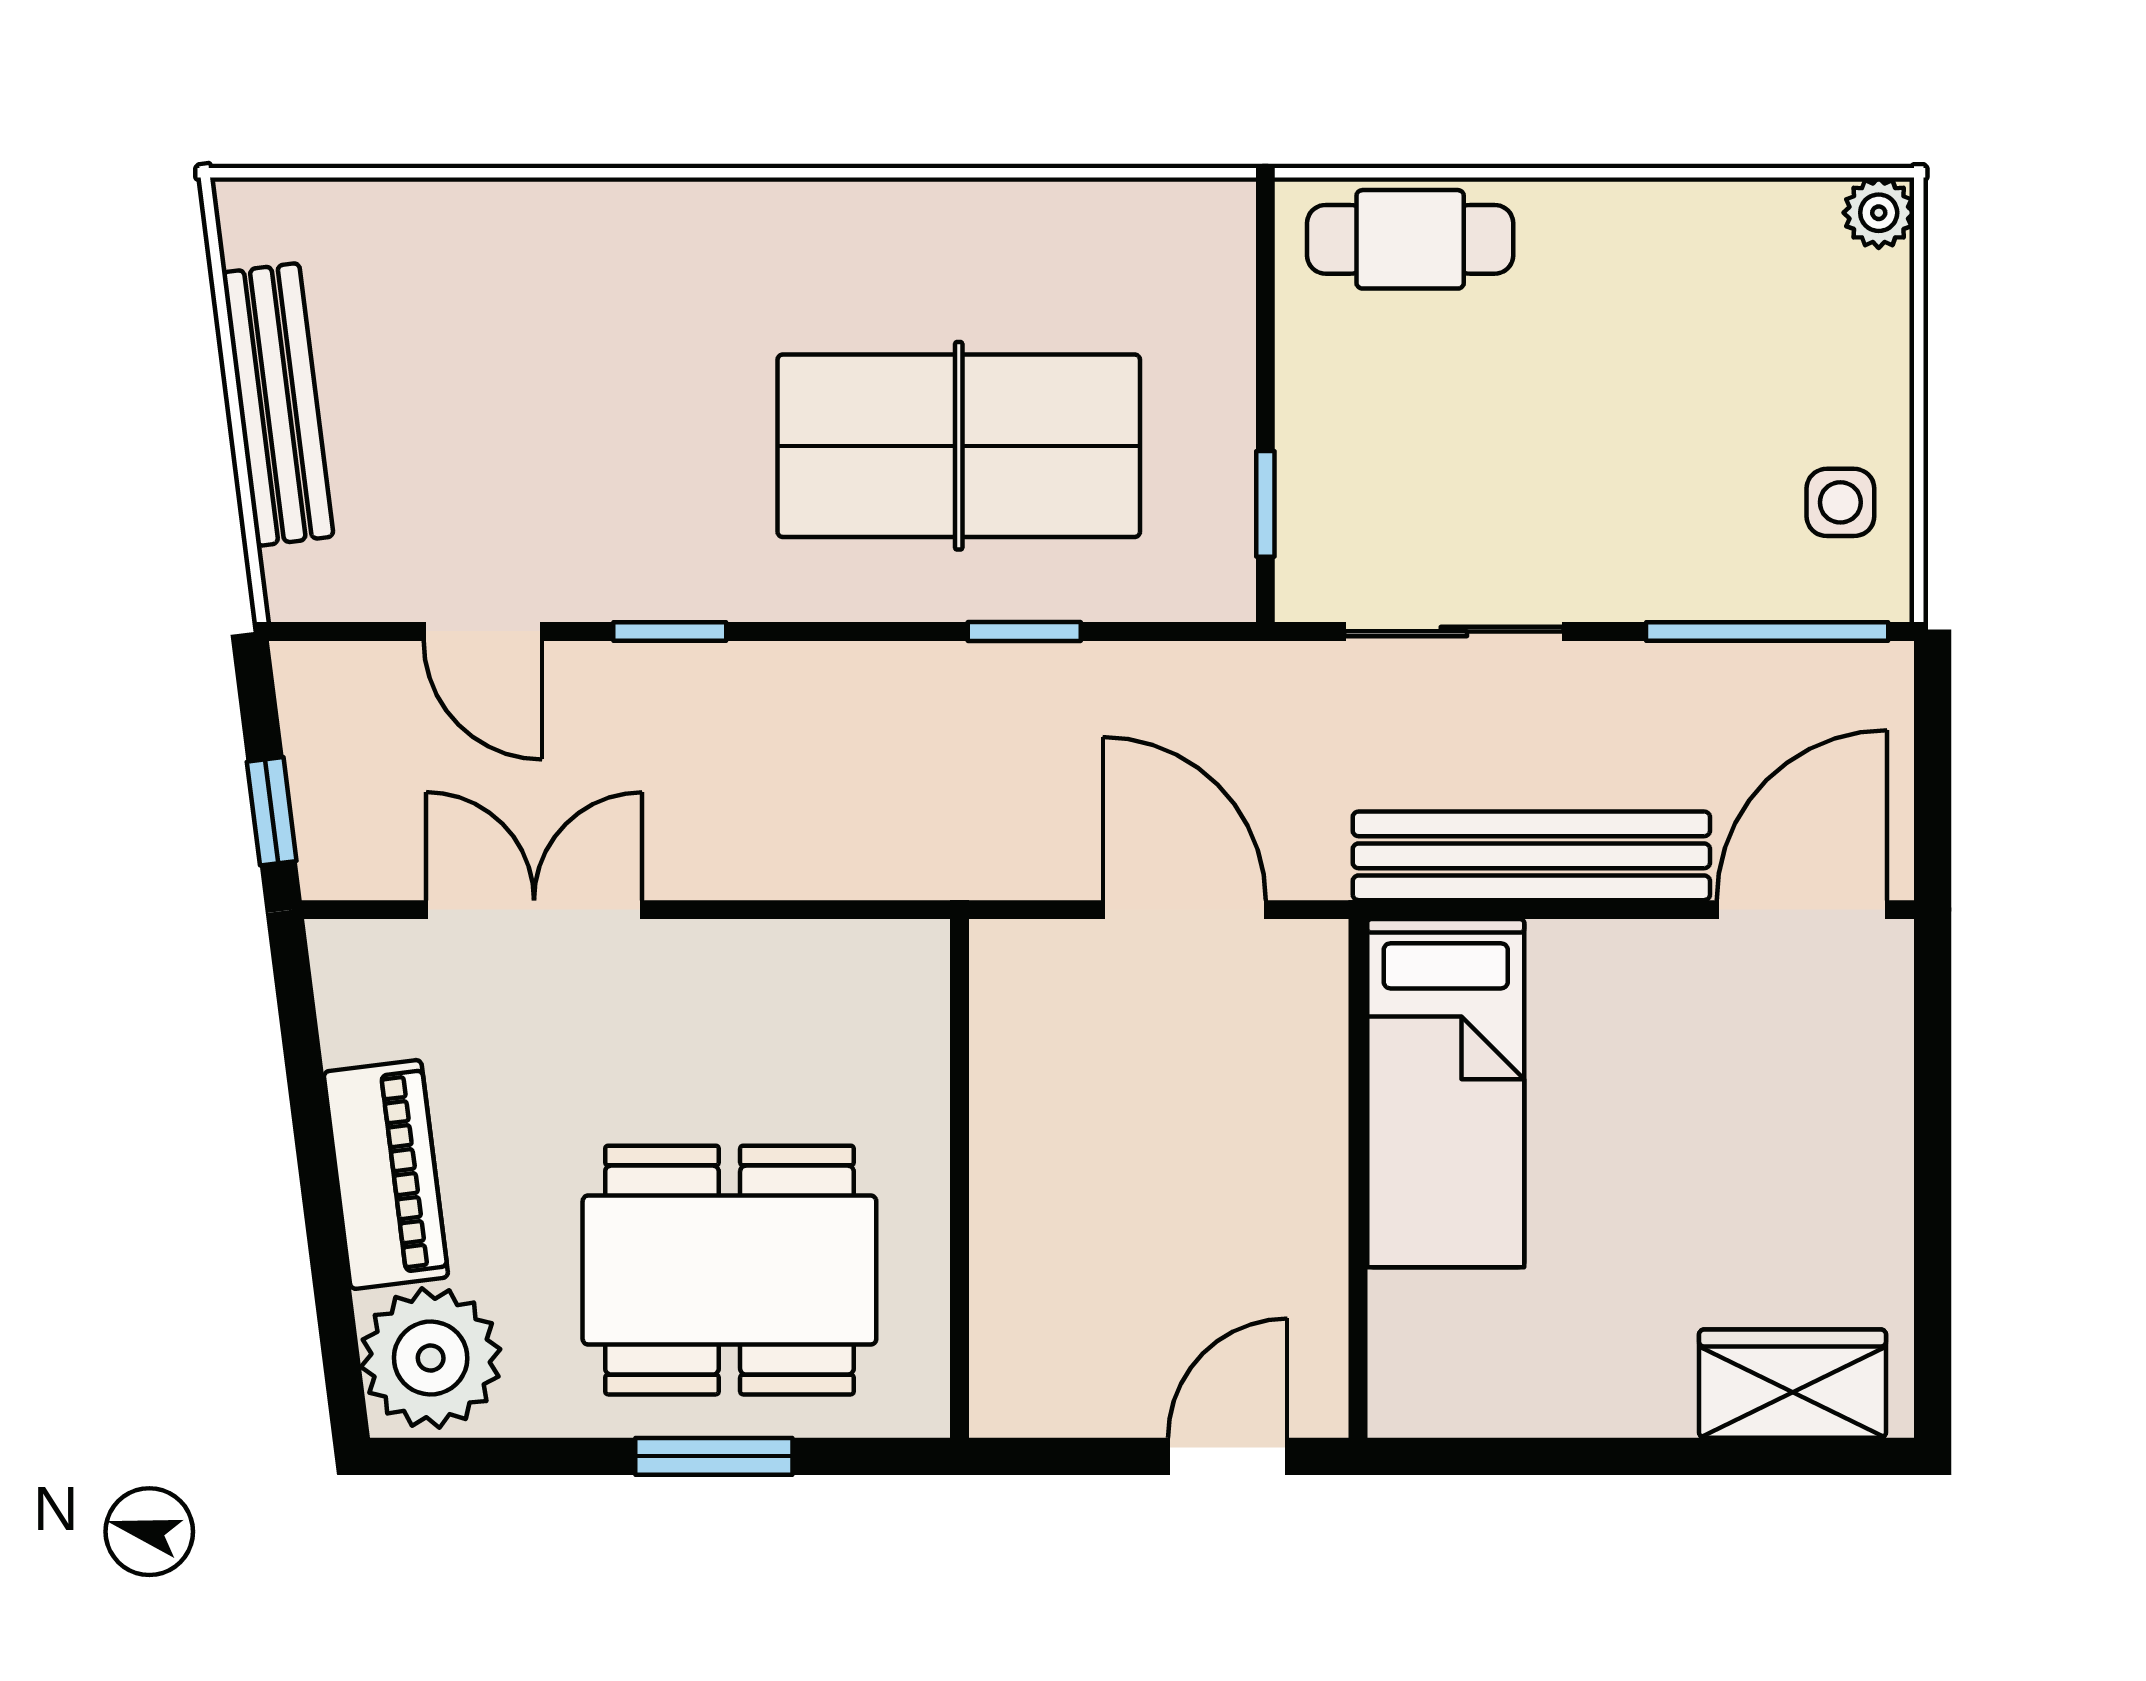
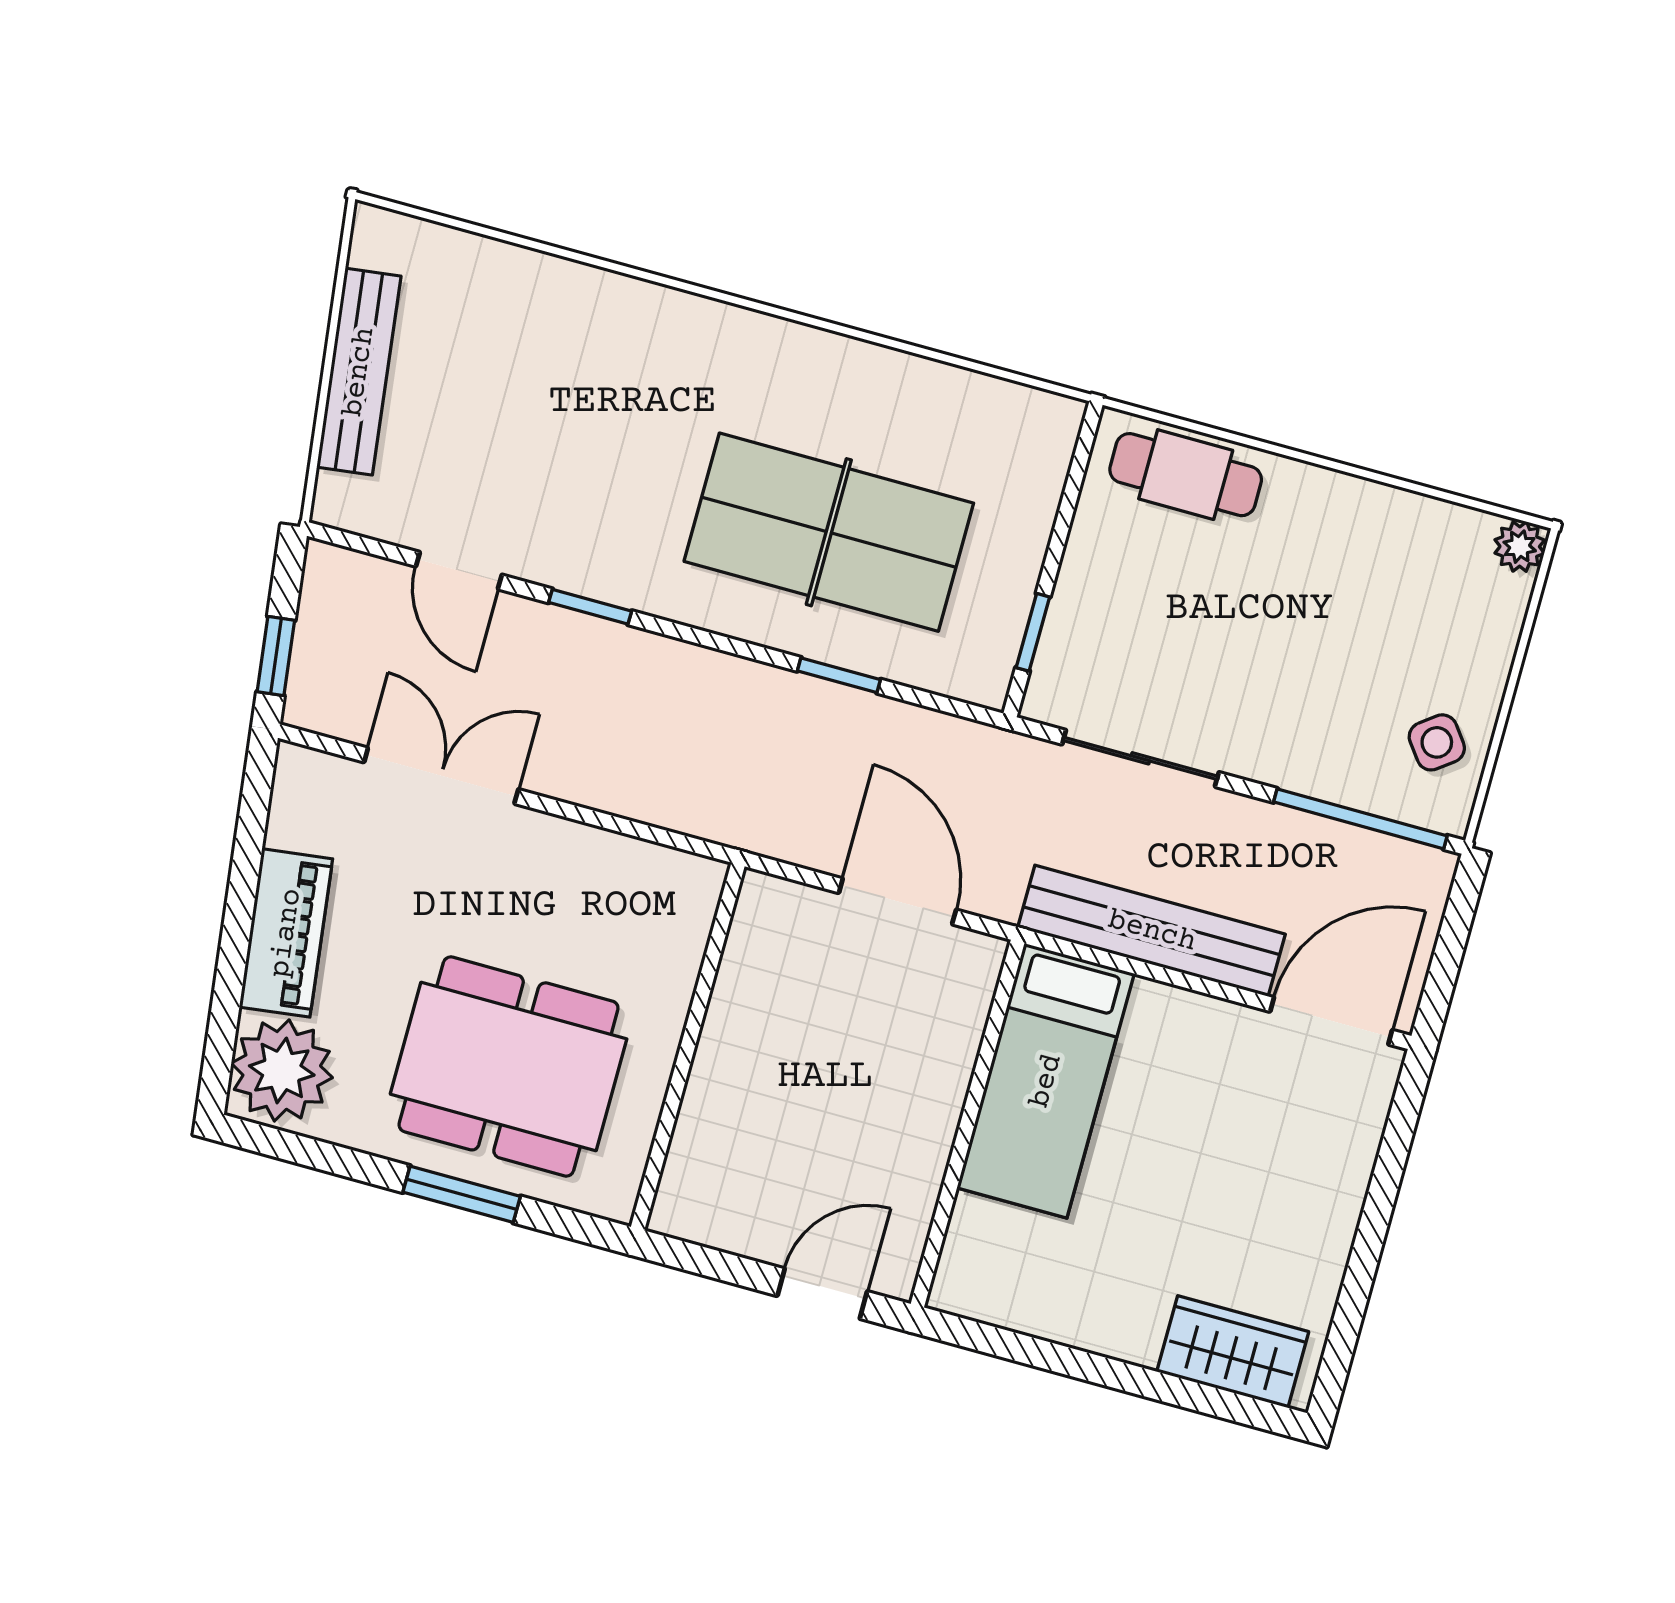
side table: (1840, 502) -> (1437, 742), turned -37

